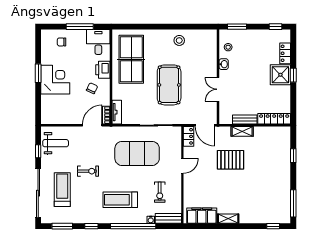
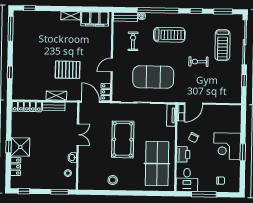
weight bench: (56, 143) -> (228, 88), removed

